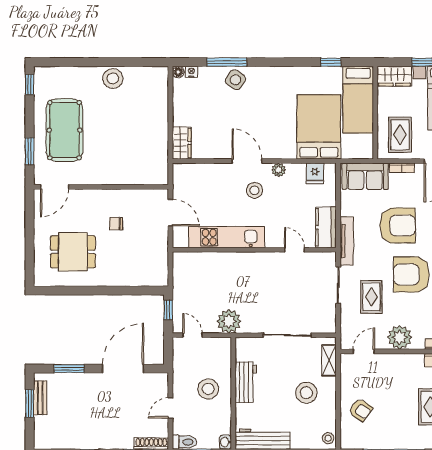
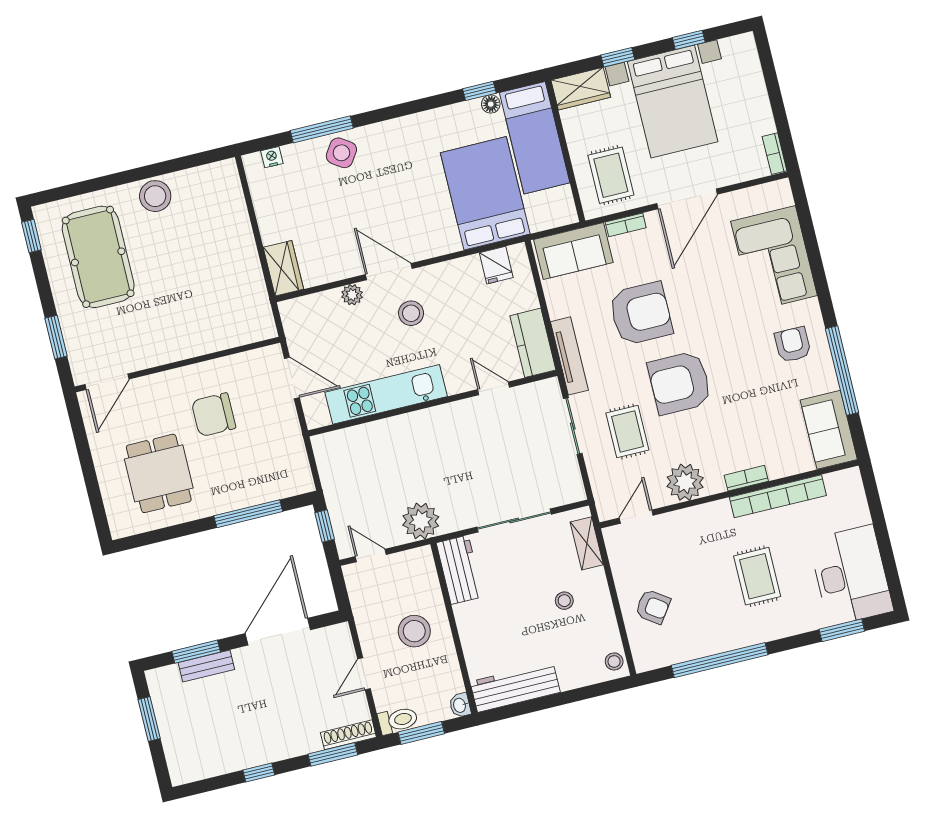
floor lamp: (178, 72) -> (491, 104), moved
pool table: (65, 130) -> (98, 257), moved
plant: (279, 170) -> (352, 295), moved
chair: (116, 224) -> (214, 415), width x1.87, depth x1.87
dining table: (73, 252) -> (159, 473), turned 90
window: (123, 291) -> (248, 514), added
workbench: (246, 382) -> (460, 570), moved
stool: (306, 393) -> (564, 601), width x0.53, depth x0.53
bench: (40, 398) -> (206, 666), moved, turned 90

